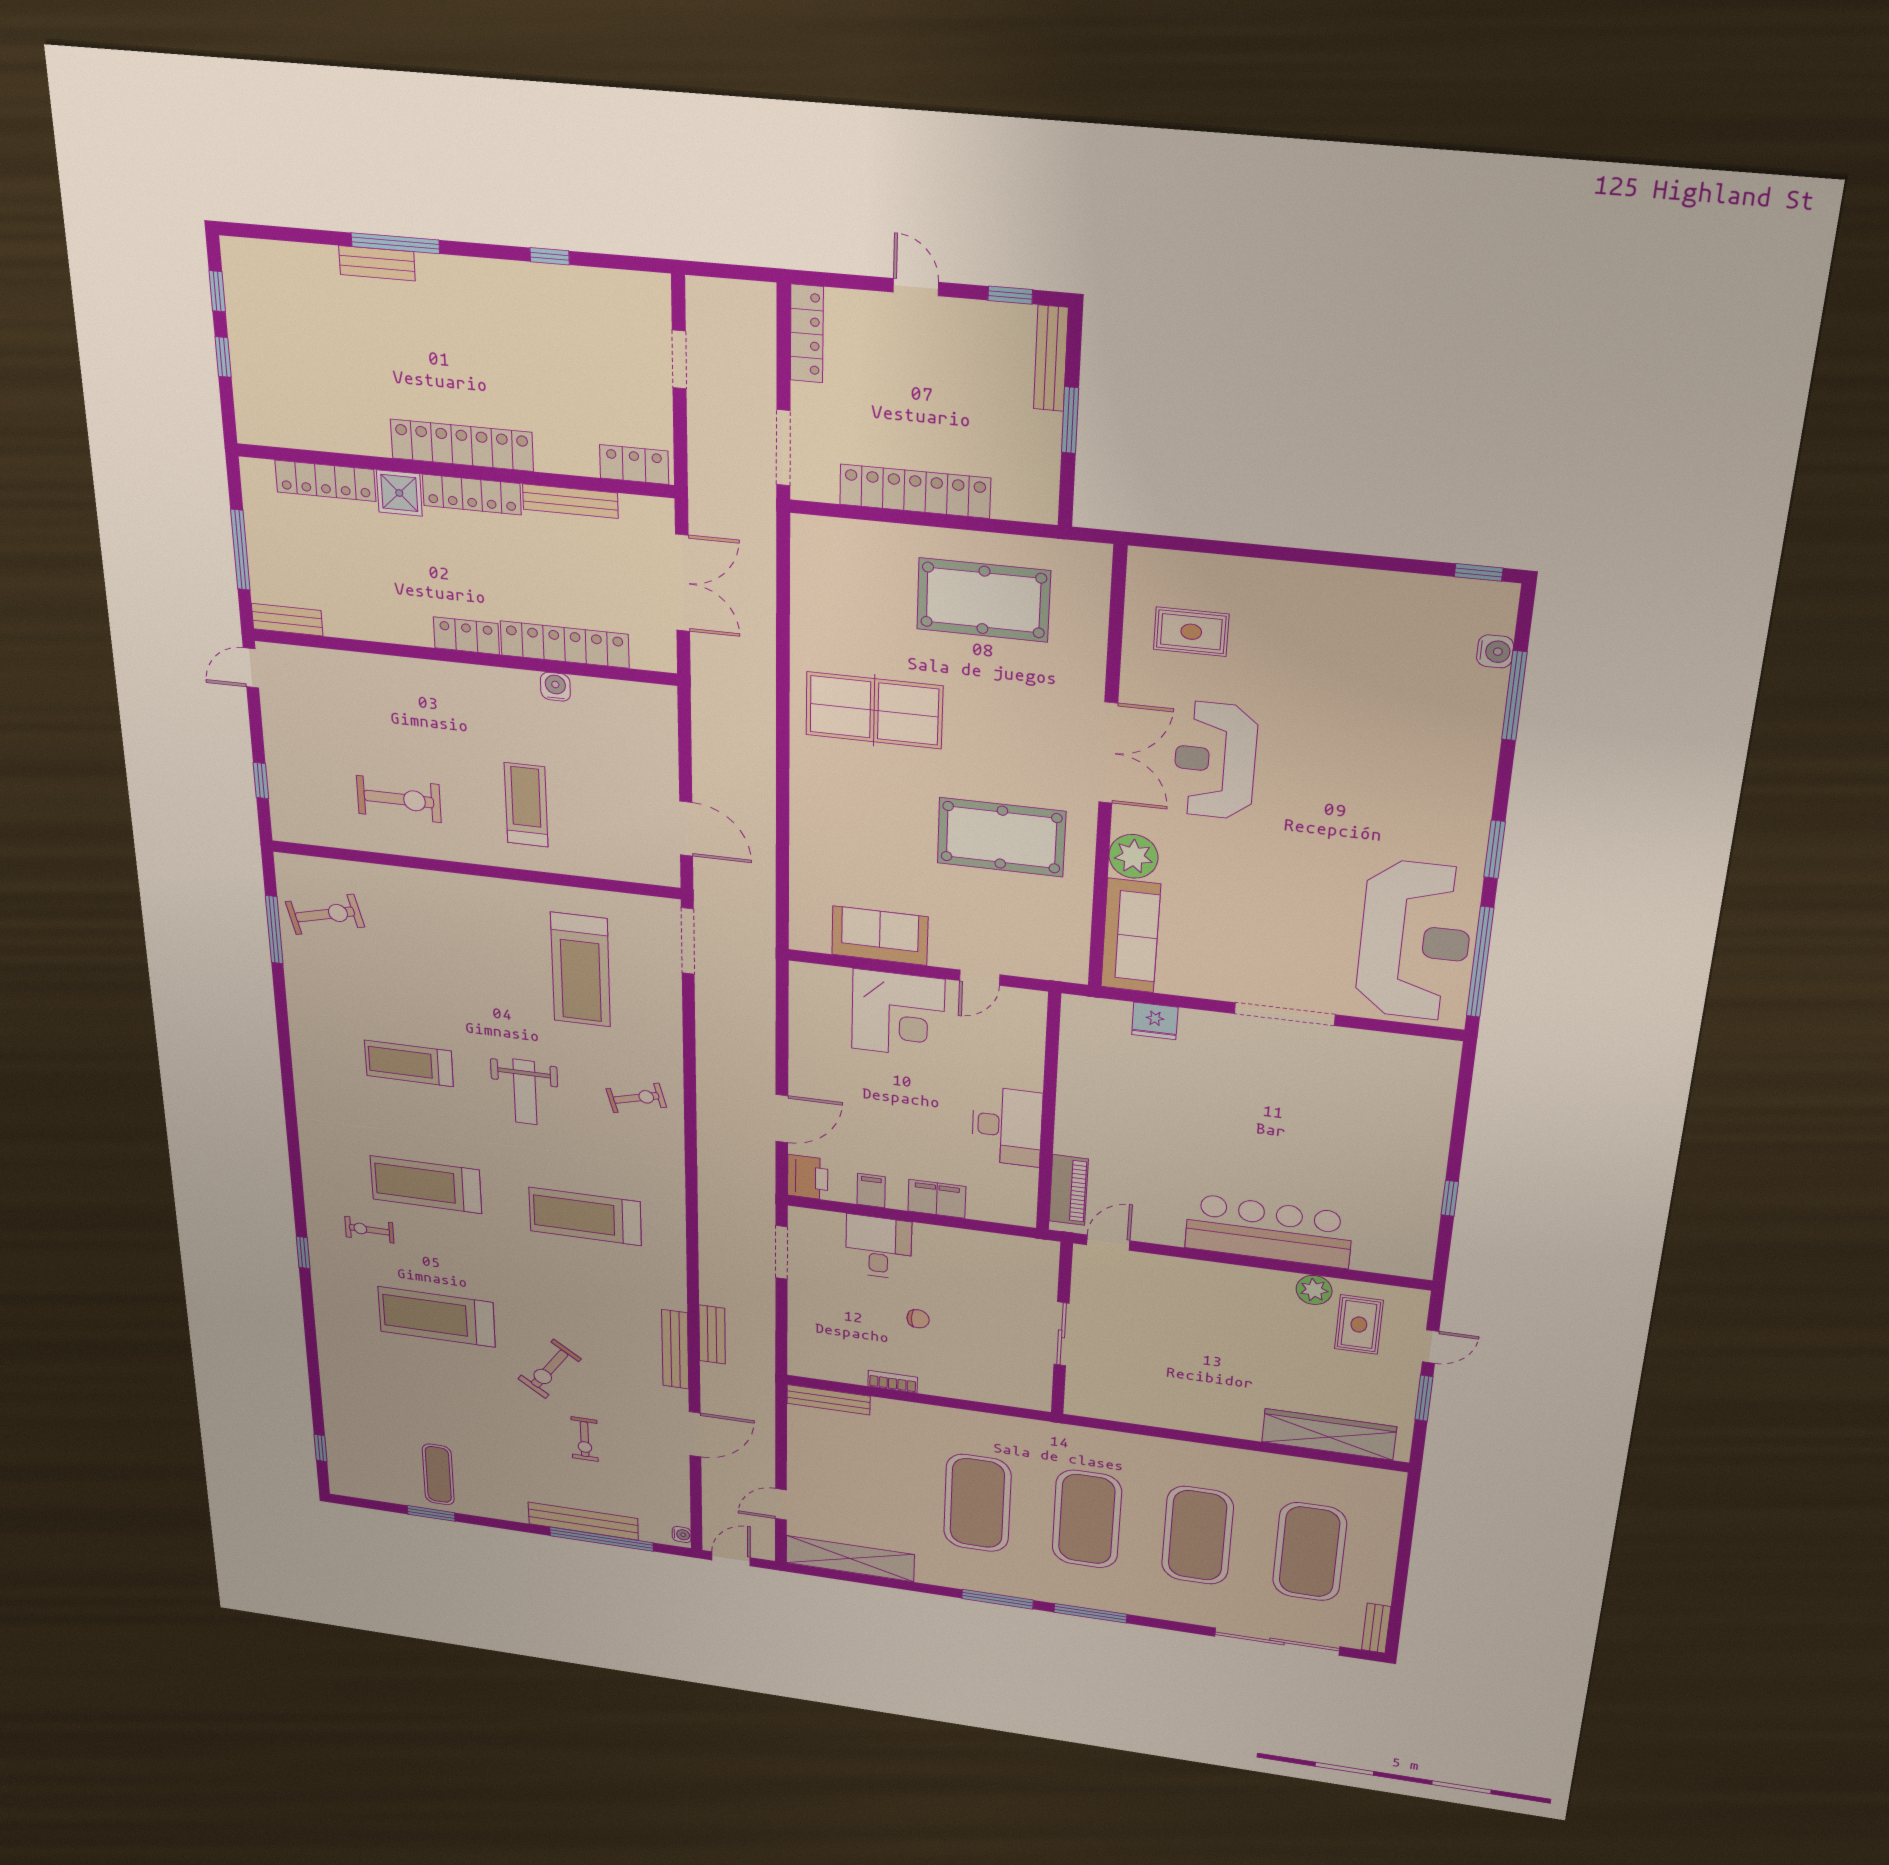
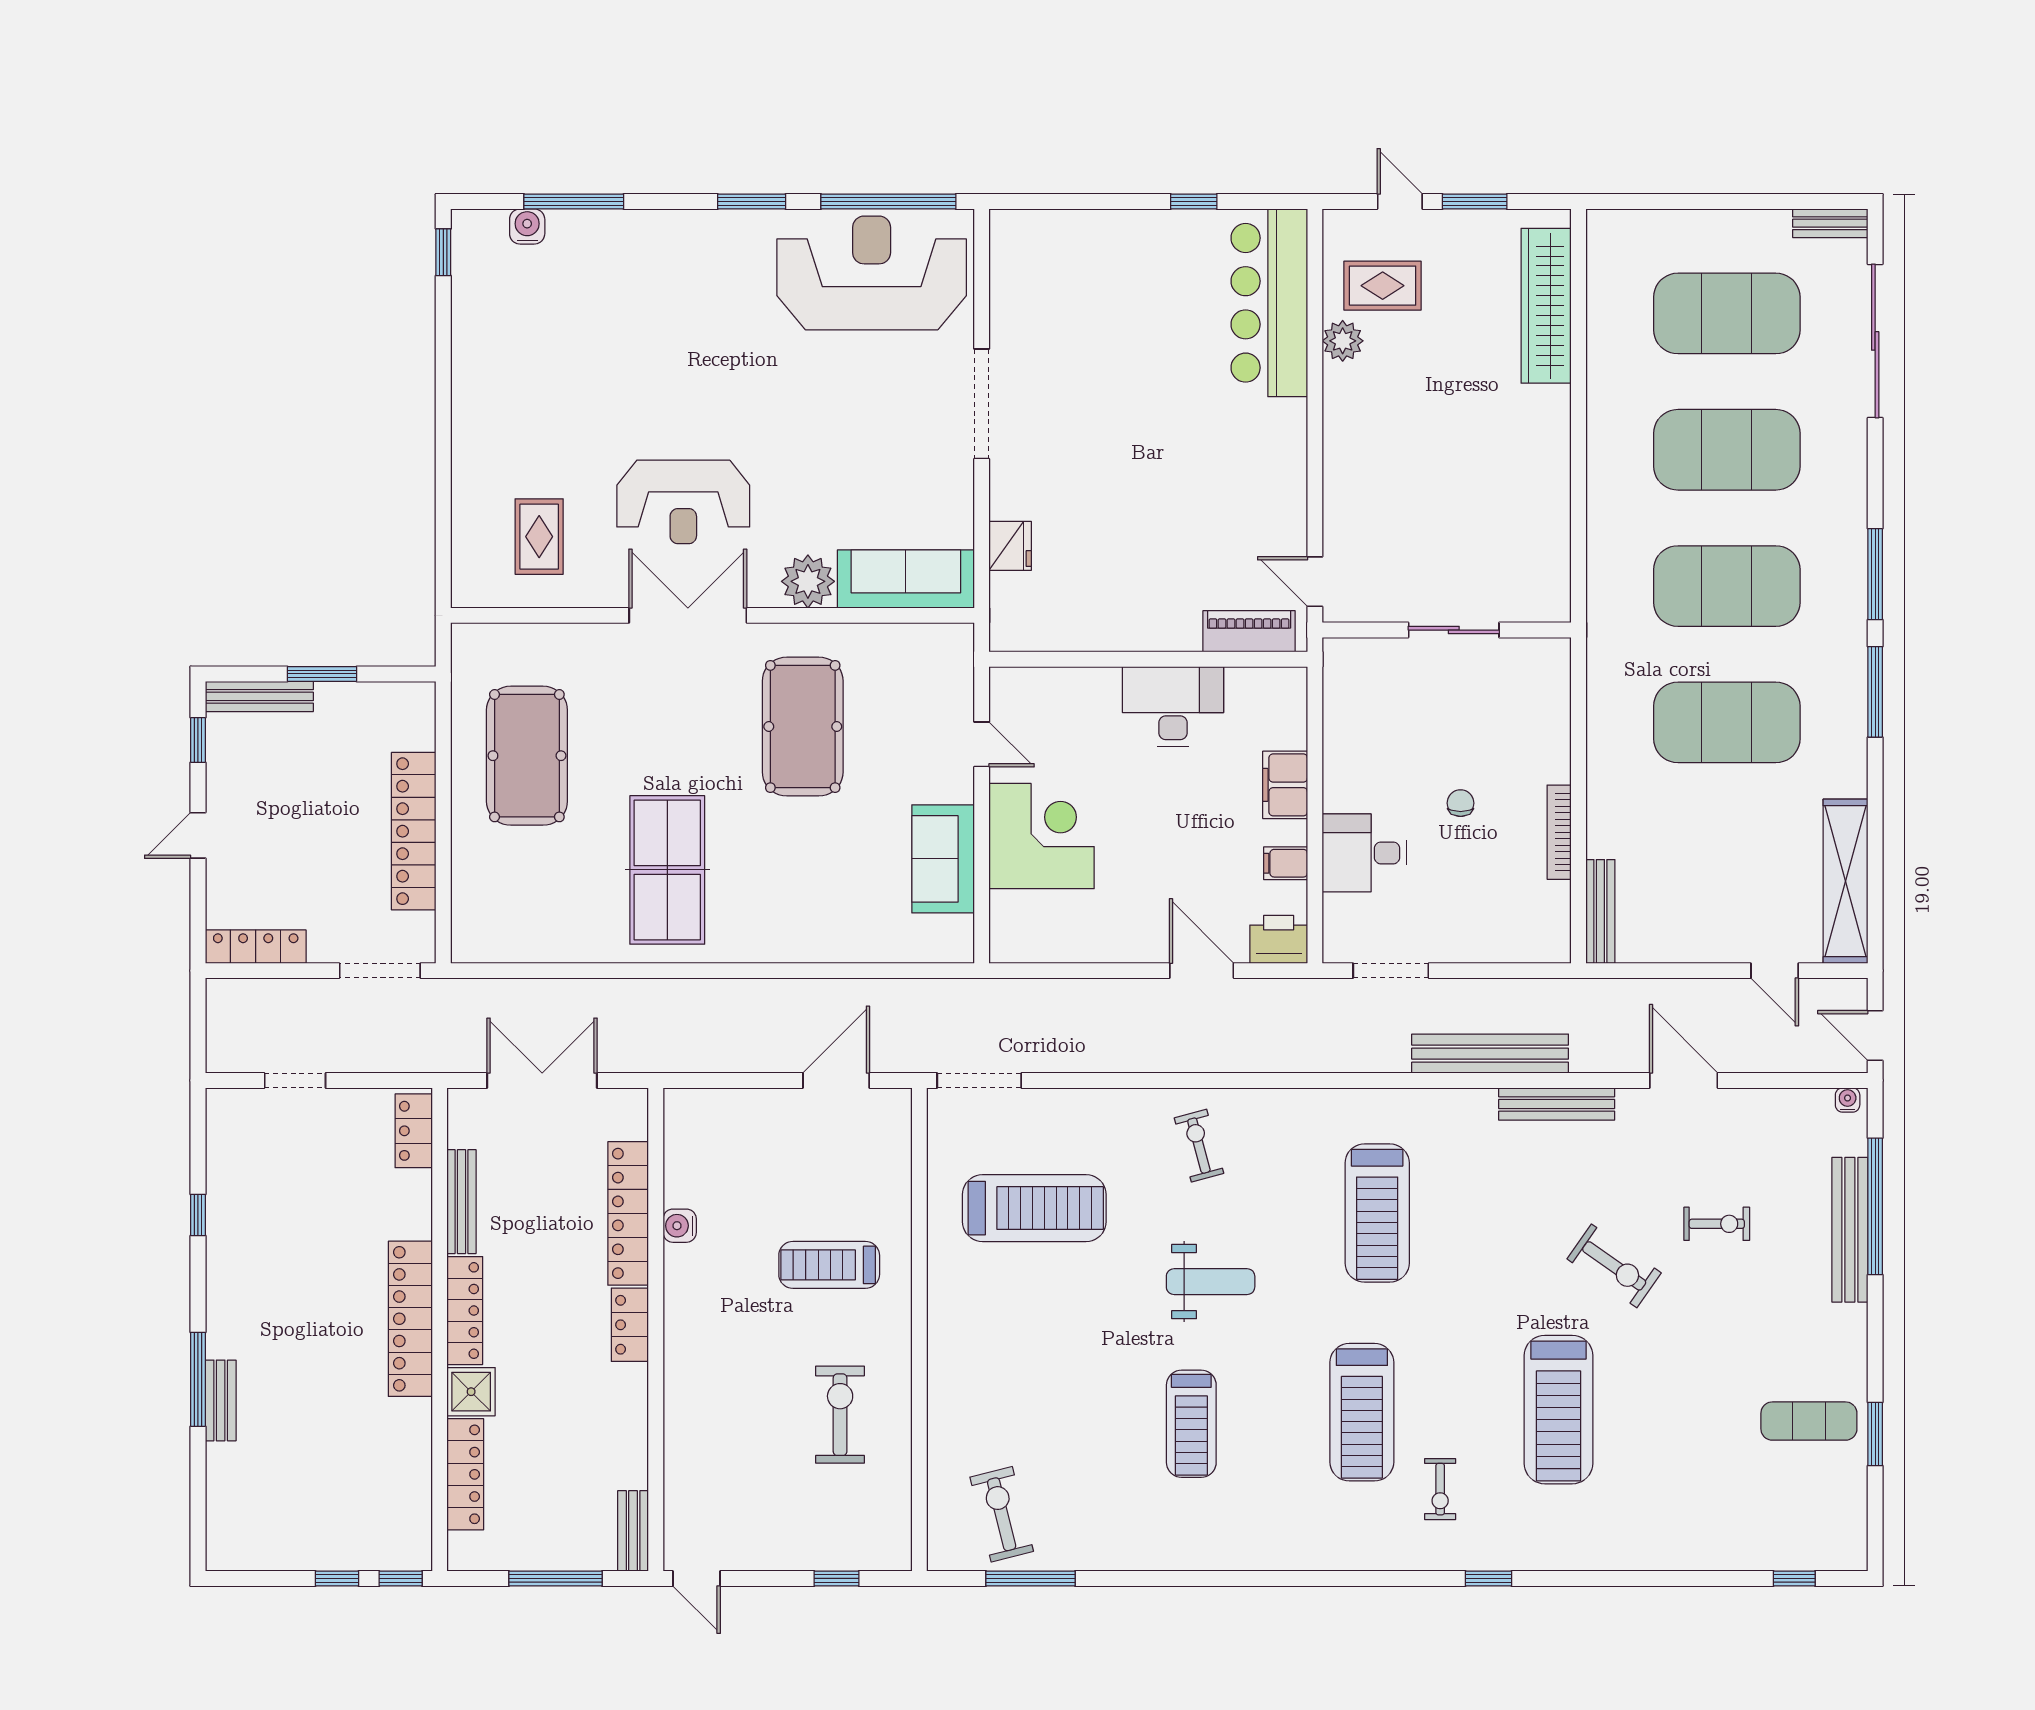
window: (217, 291) -> (401, 1578), moved
bar counter: (1269, 1231) -> (1269, 303), moved
bench: (712, 1335) -> (1490, 1054), width x1.86, depth x1.21
bookcase: (893, 1382) -> (1559, 832), width x1.56

